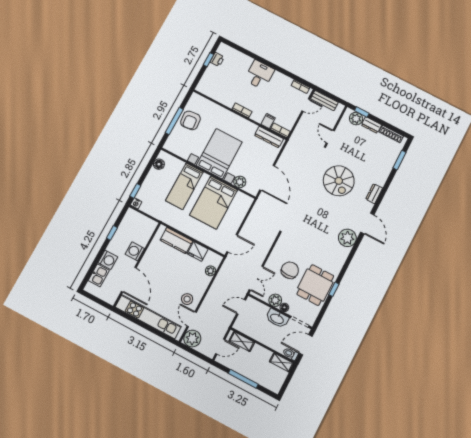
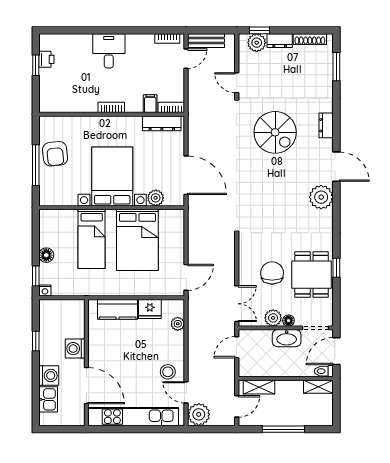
floor lamp: (159, 164) -> (46, 255), moved

